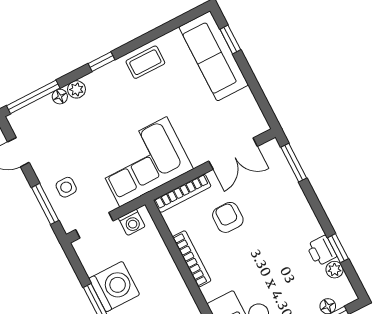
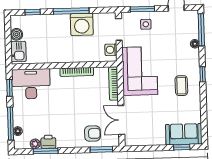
sofa: (214, 56) -> (184, 134), width x0.73
coffee table: (145, 62) -> (181, 86), moved
plant: (76, 89) -> (194, 54), removed
armchair: (228, 217) -> (92, 134), moved
window: (338, 248) -> (46, 151), width x1.50

